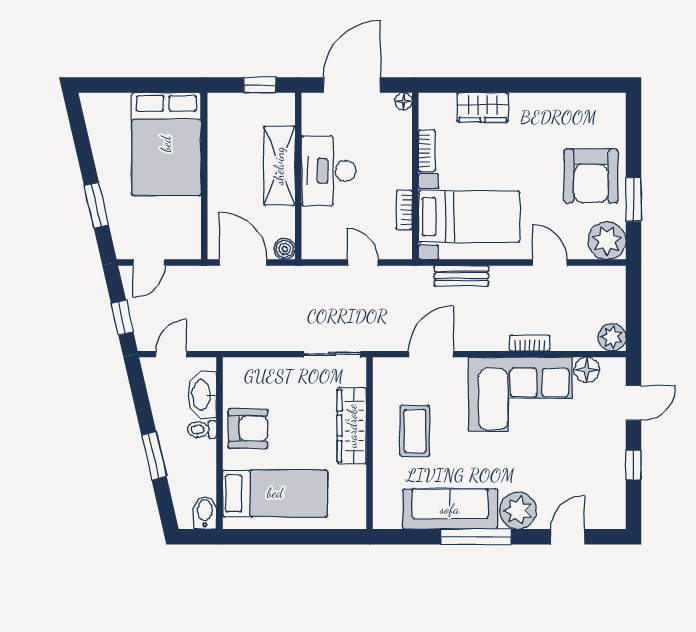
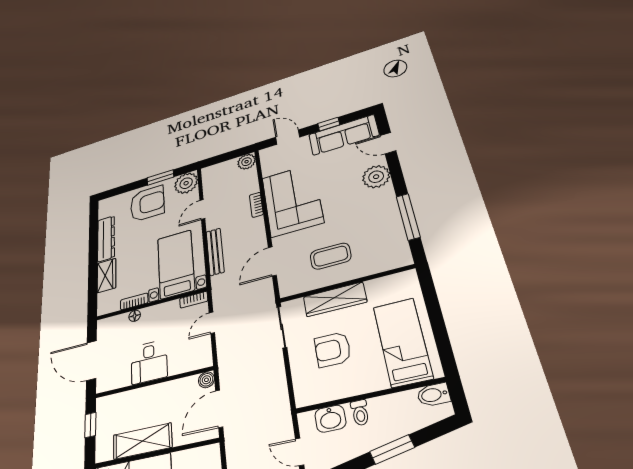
floor lamp: (404, 101) -> (135, 316), moved
dresser: (549, 106) -> (106, 239), added
shelving: (279, 166) -> (142, 441), moved
desk: (329, 171) -> (149, 362), width x0.73
bookcase: (404, 210) -> (194, 300), moved
bench: (461, 276) -> (215, 252), width x1.36
door: (431, 354) -> (272, 261), hinge flipped
floor lamp: (587, 370) -> (270, 168), removed
washbasin: (202, 395) -> (330, 419), width x0.72
armchair: (248, 429) -> (333, 349), moved, turned -90
sofa: (450, 509) -> (344, 135), moved, turned -90
window: (476, 537) -> (408, 217), moved

